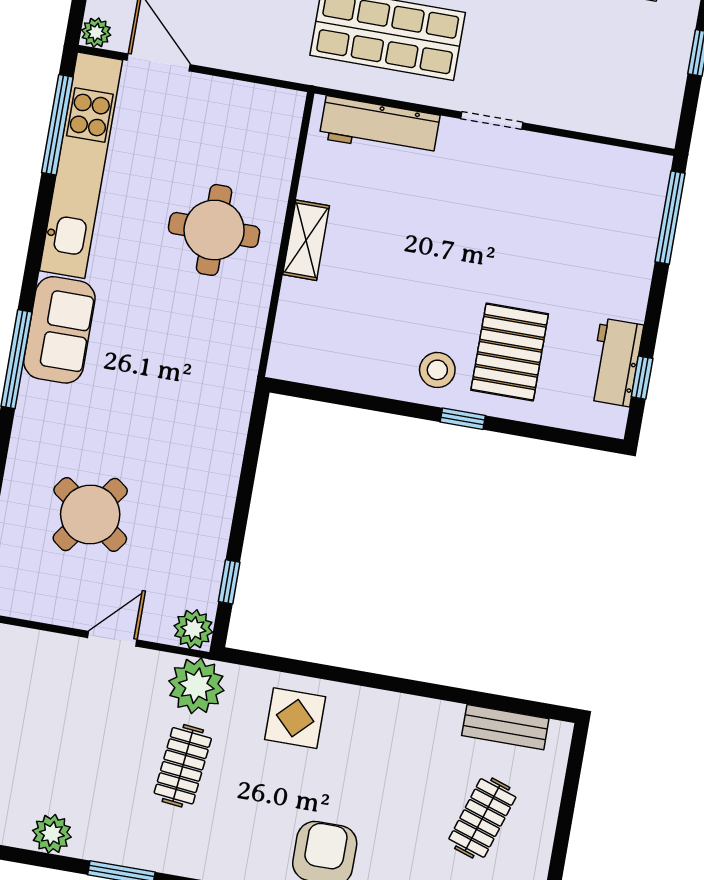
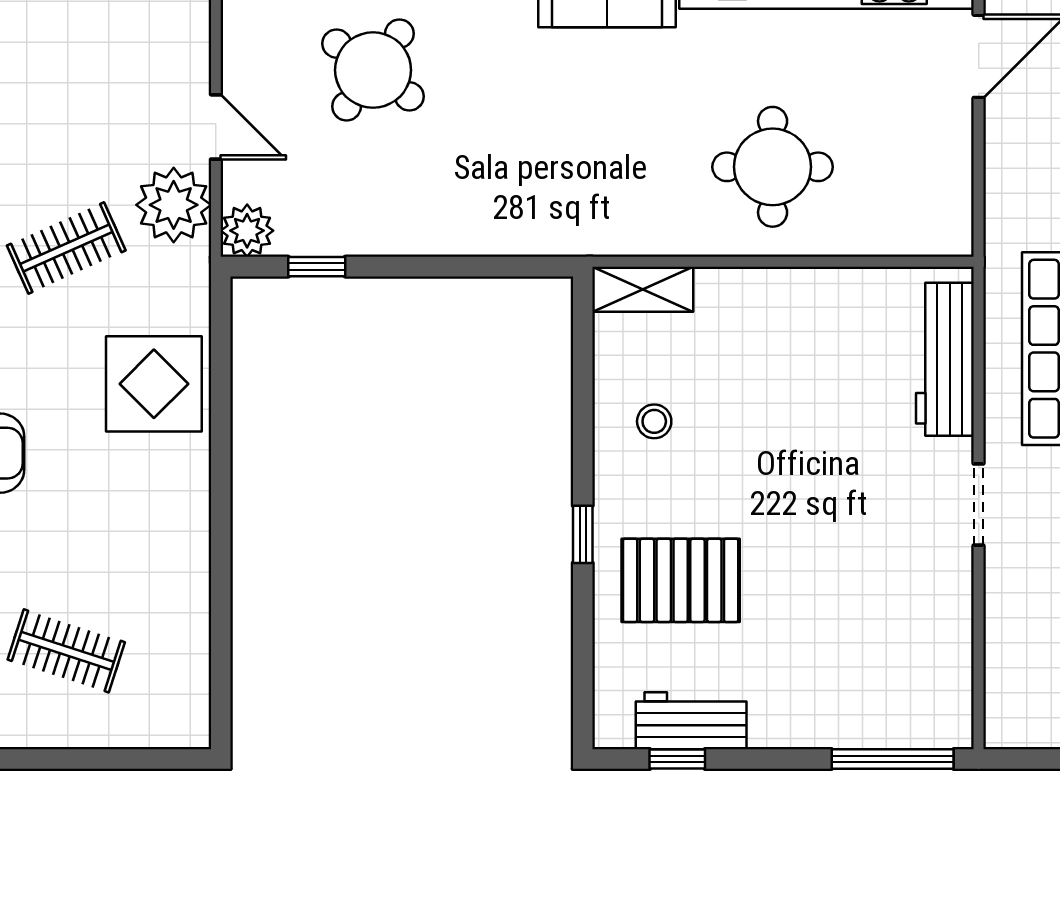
shelving: (306, 240) -> (643, 289), moved
stool: (437, 370) -> (654, 421), moved, width x0.73, depth x0.73
plant: (196, 686) -> (174, 205), moved
display table: (295, 718) -> (154, 384), width x1.36, depth x1.36
bench: (505, 727) -> (190, 660), removed
clothes rail: (183, 766) -> (66, 248), turned -30

